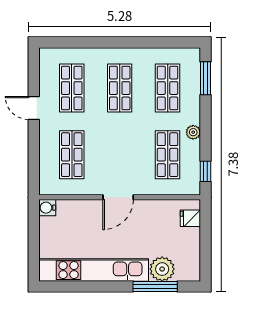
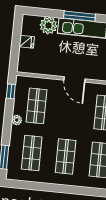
door: (118, 197) -> (75, 79), swing flipped
fridge: (190, 218) -> (27, 42), moved
window: (155, 287) -> (80, 16), moved

